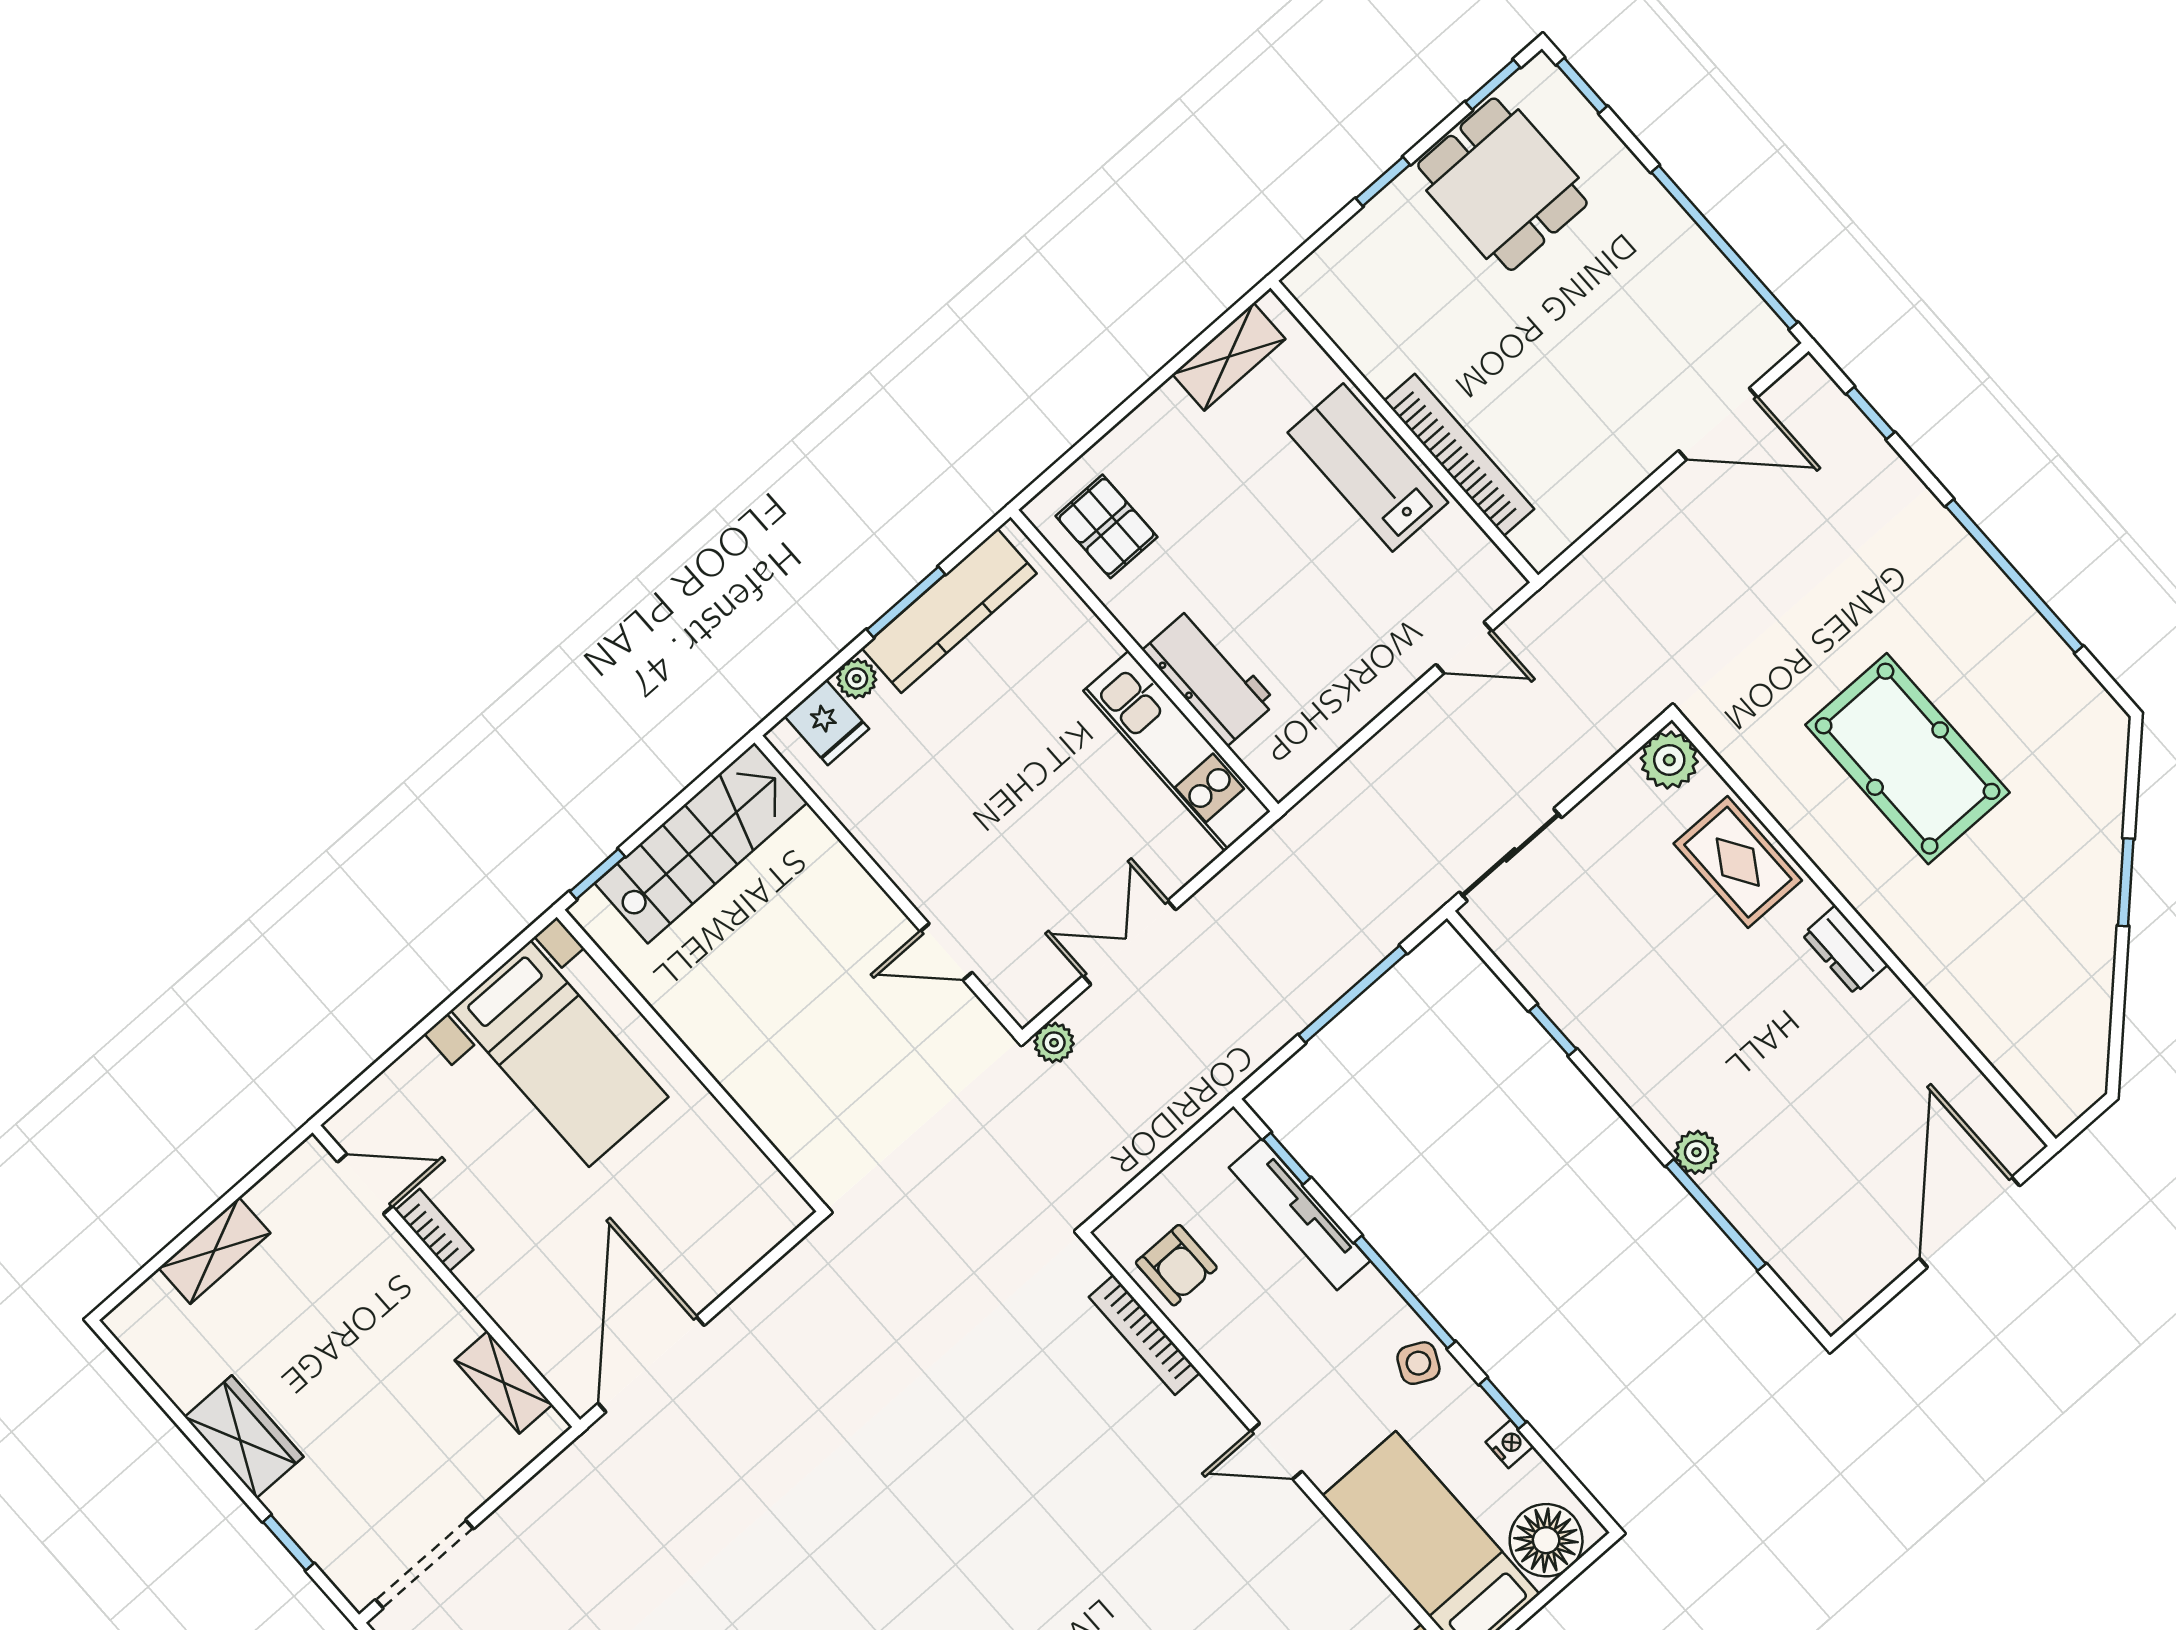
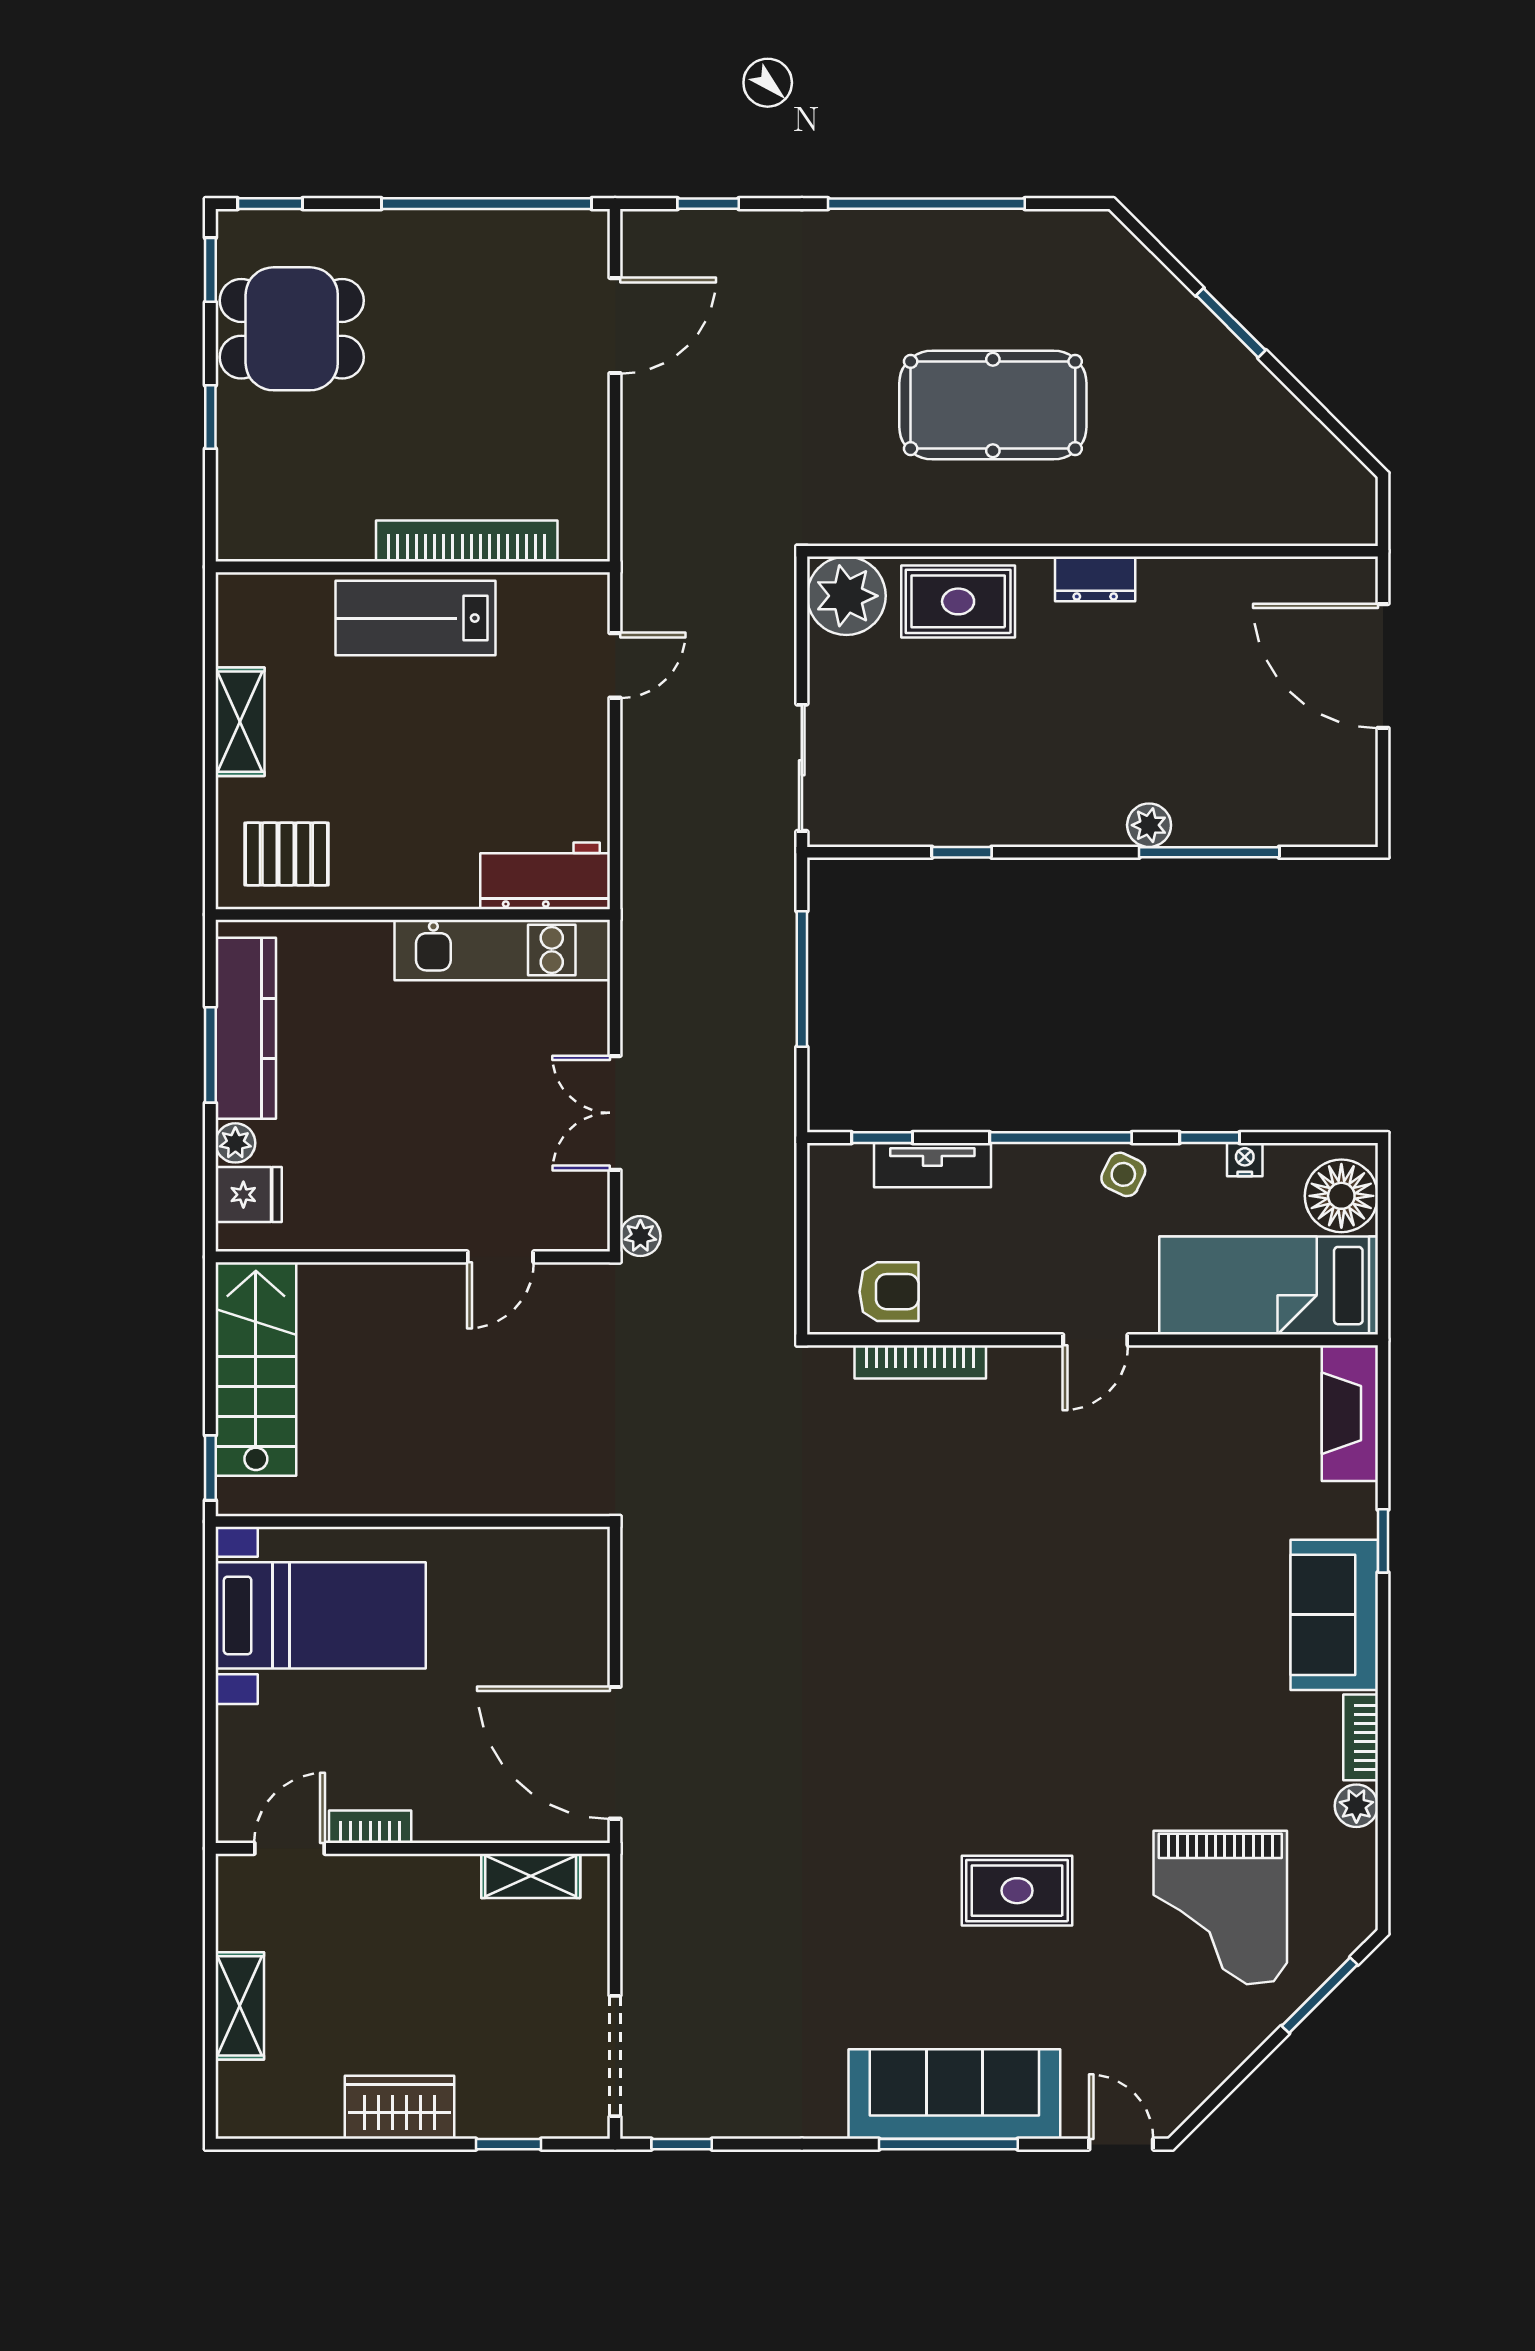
shelving: (1229, 357) -> (240, 722), moved
workbench: (1209, 676) -> (545, 876), moved
plant: (1669, 760) -> (846, 596), width x1.36, depth x1.36
tv unit: (1300, 1214) -> (932, 1165), width x0.71

